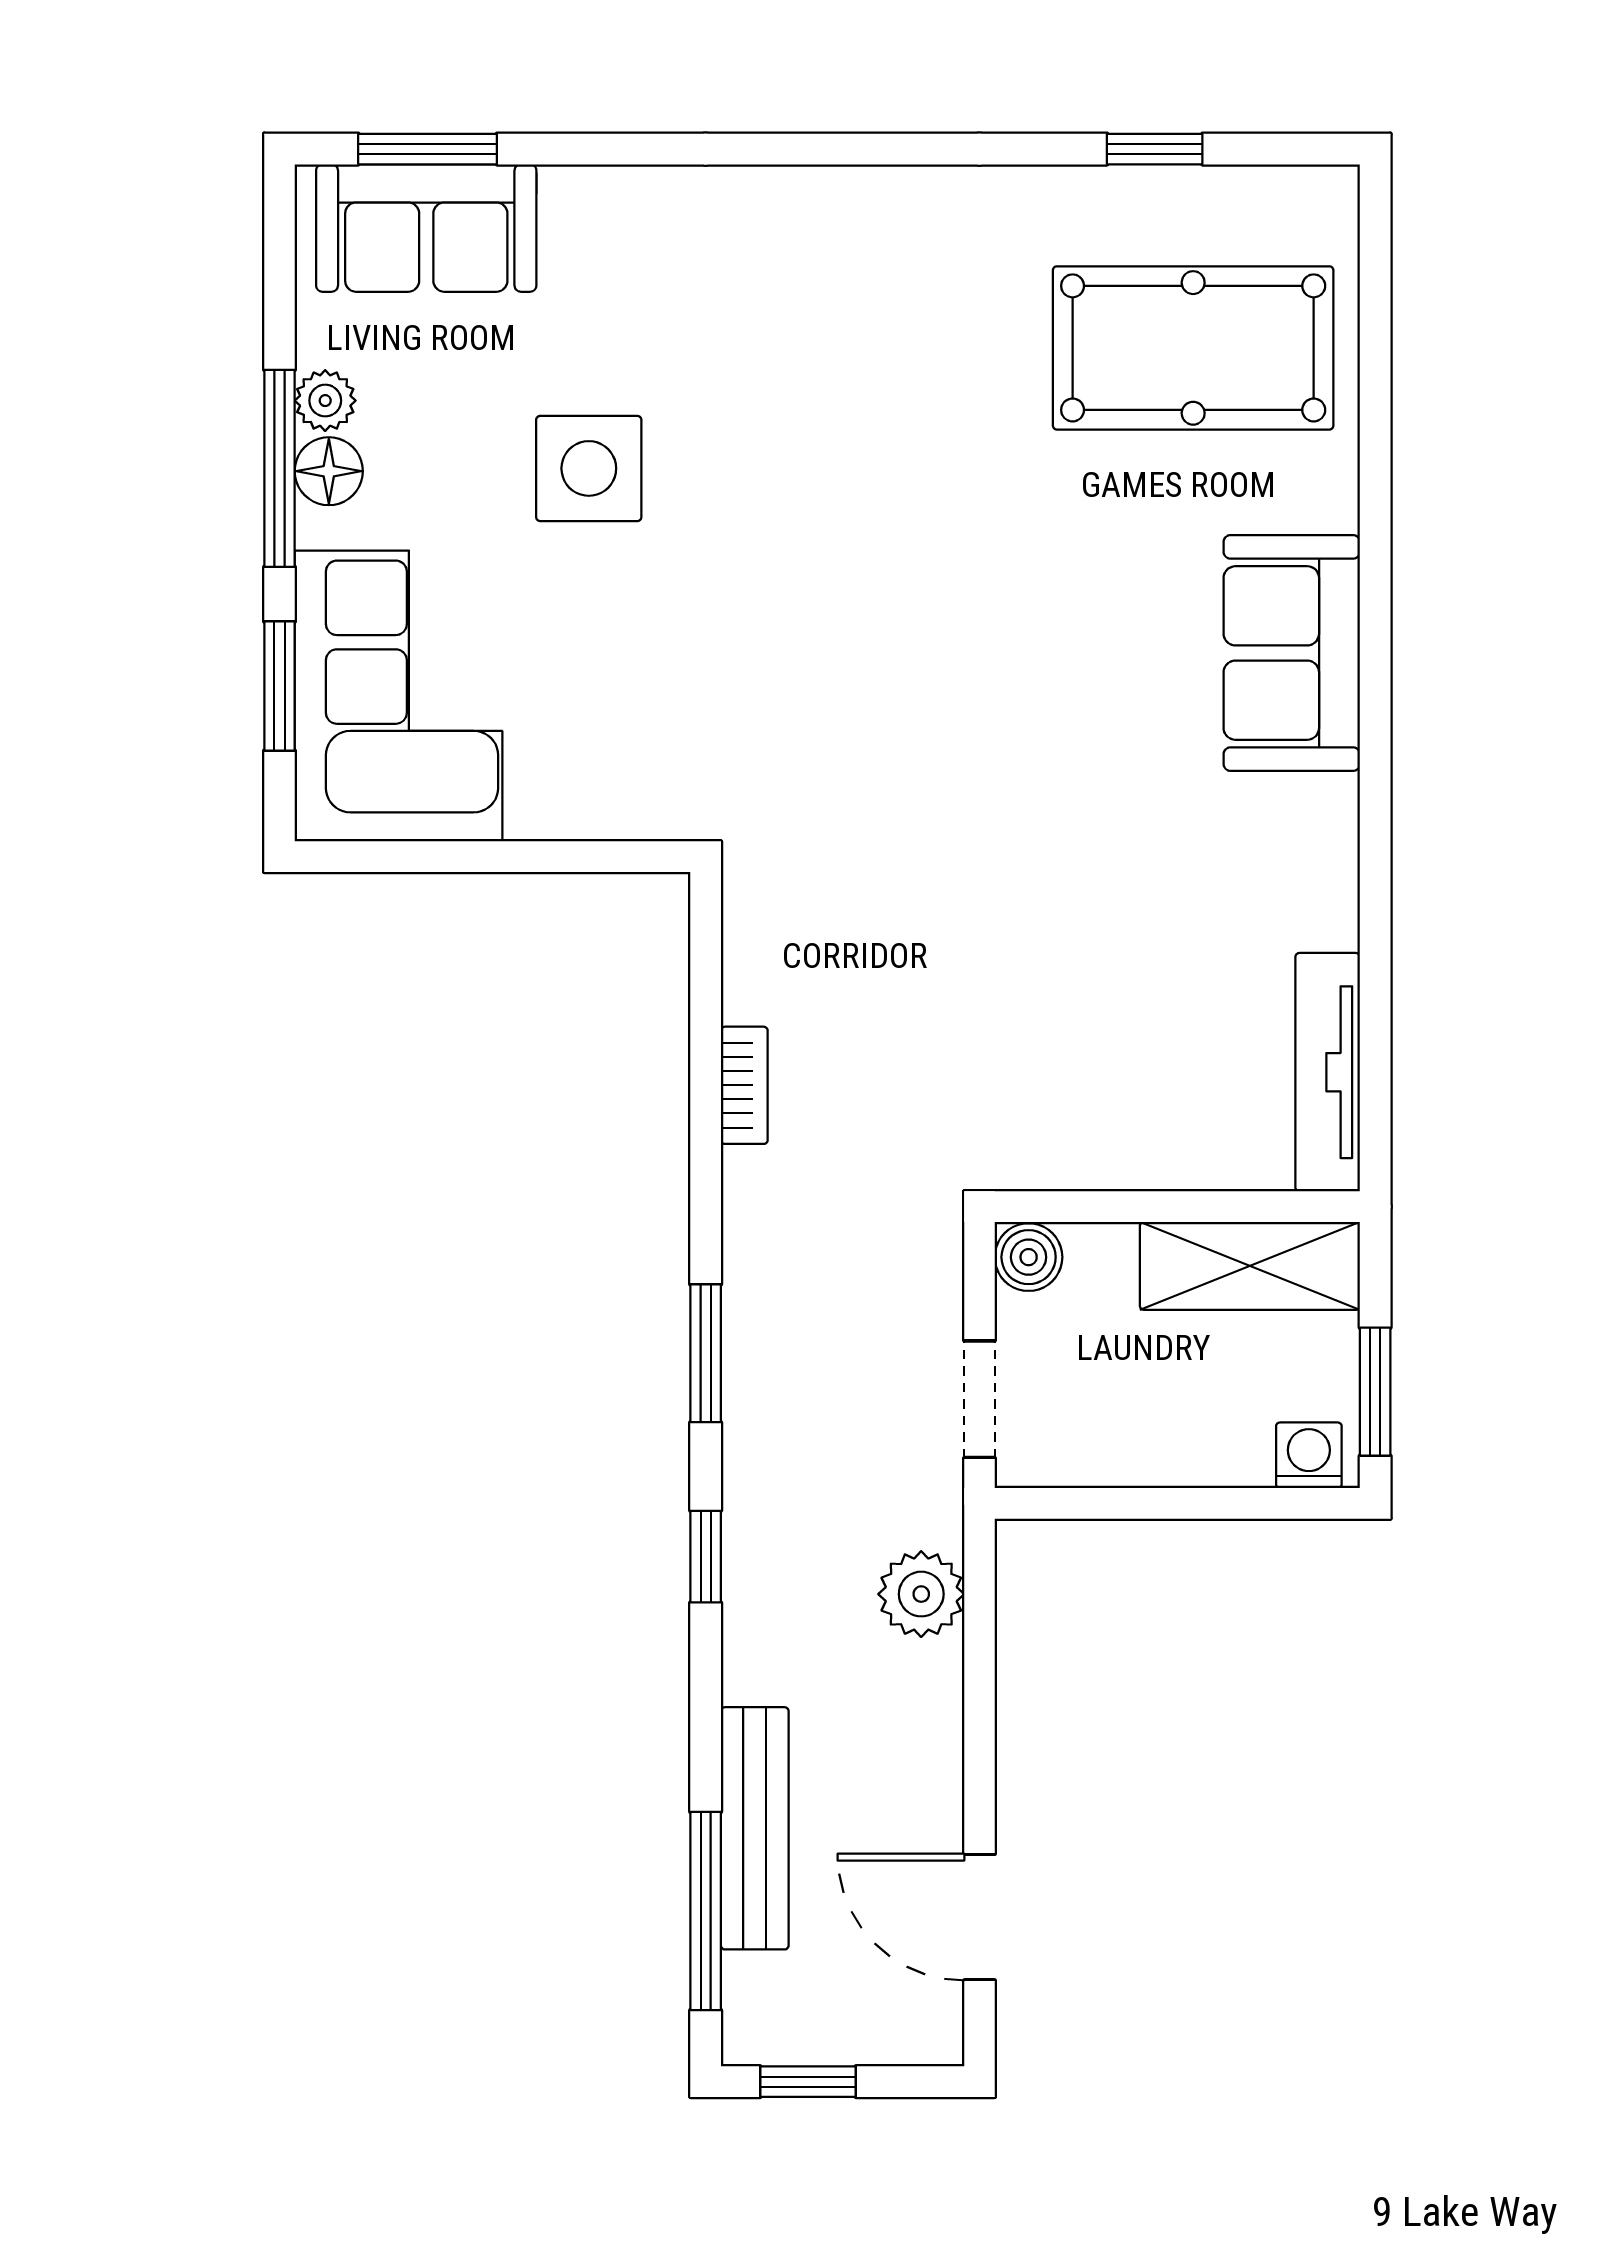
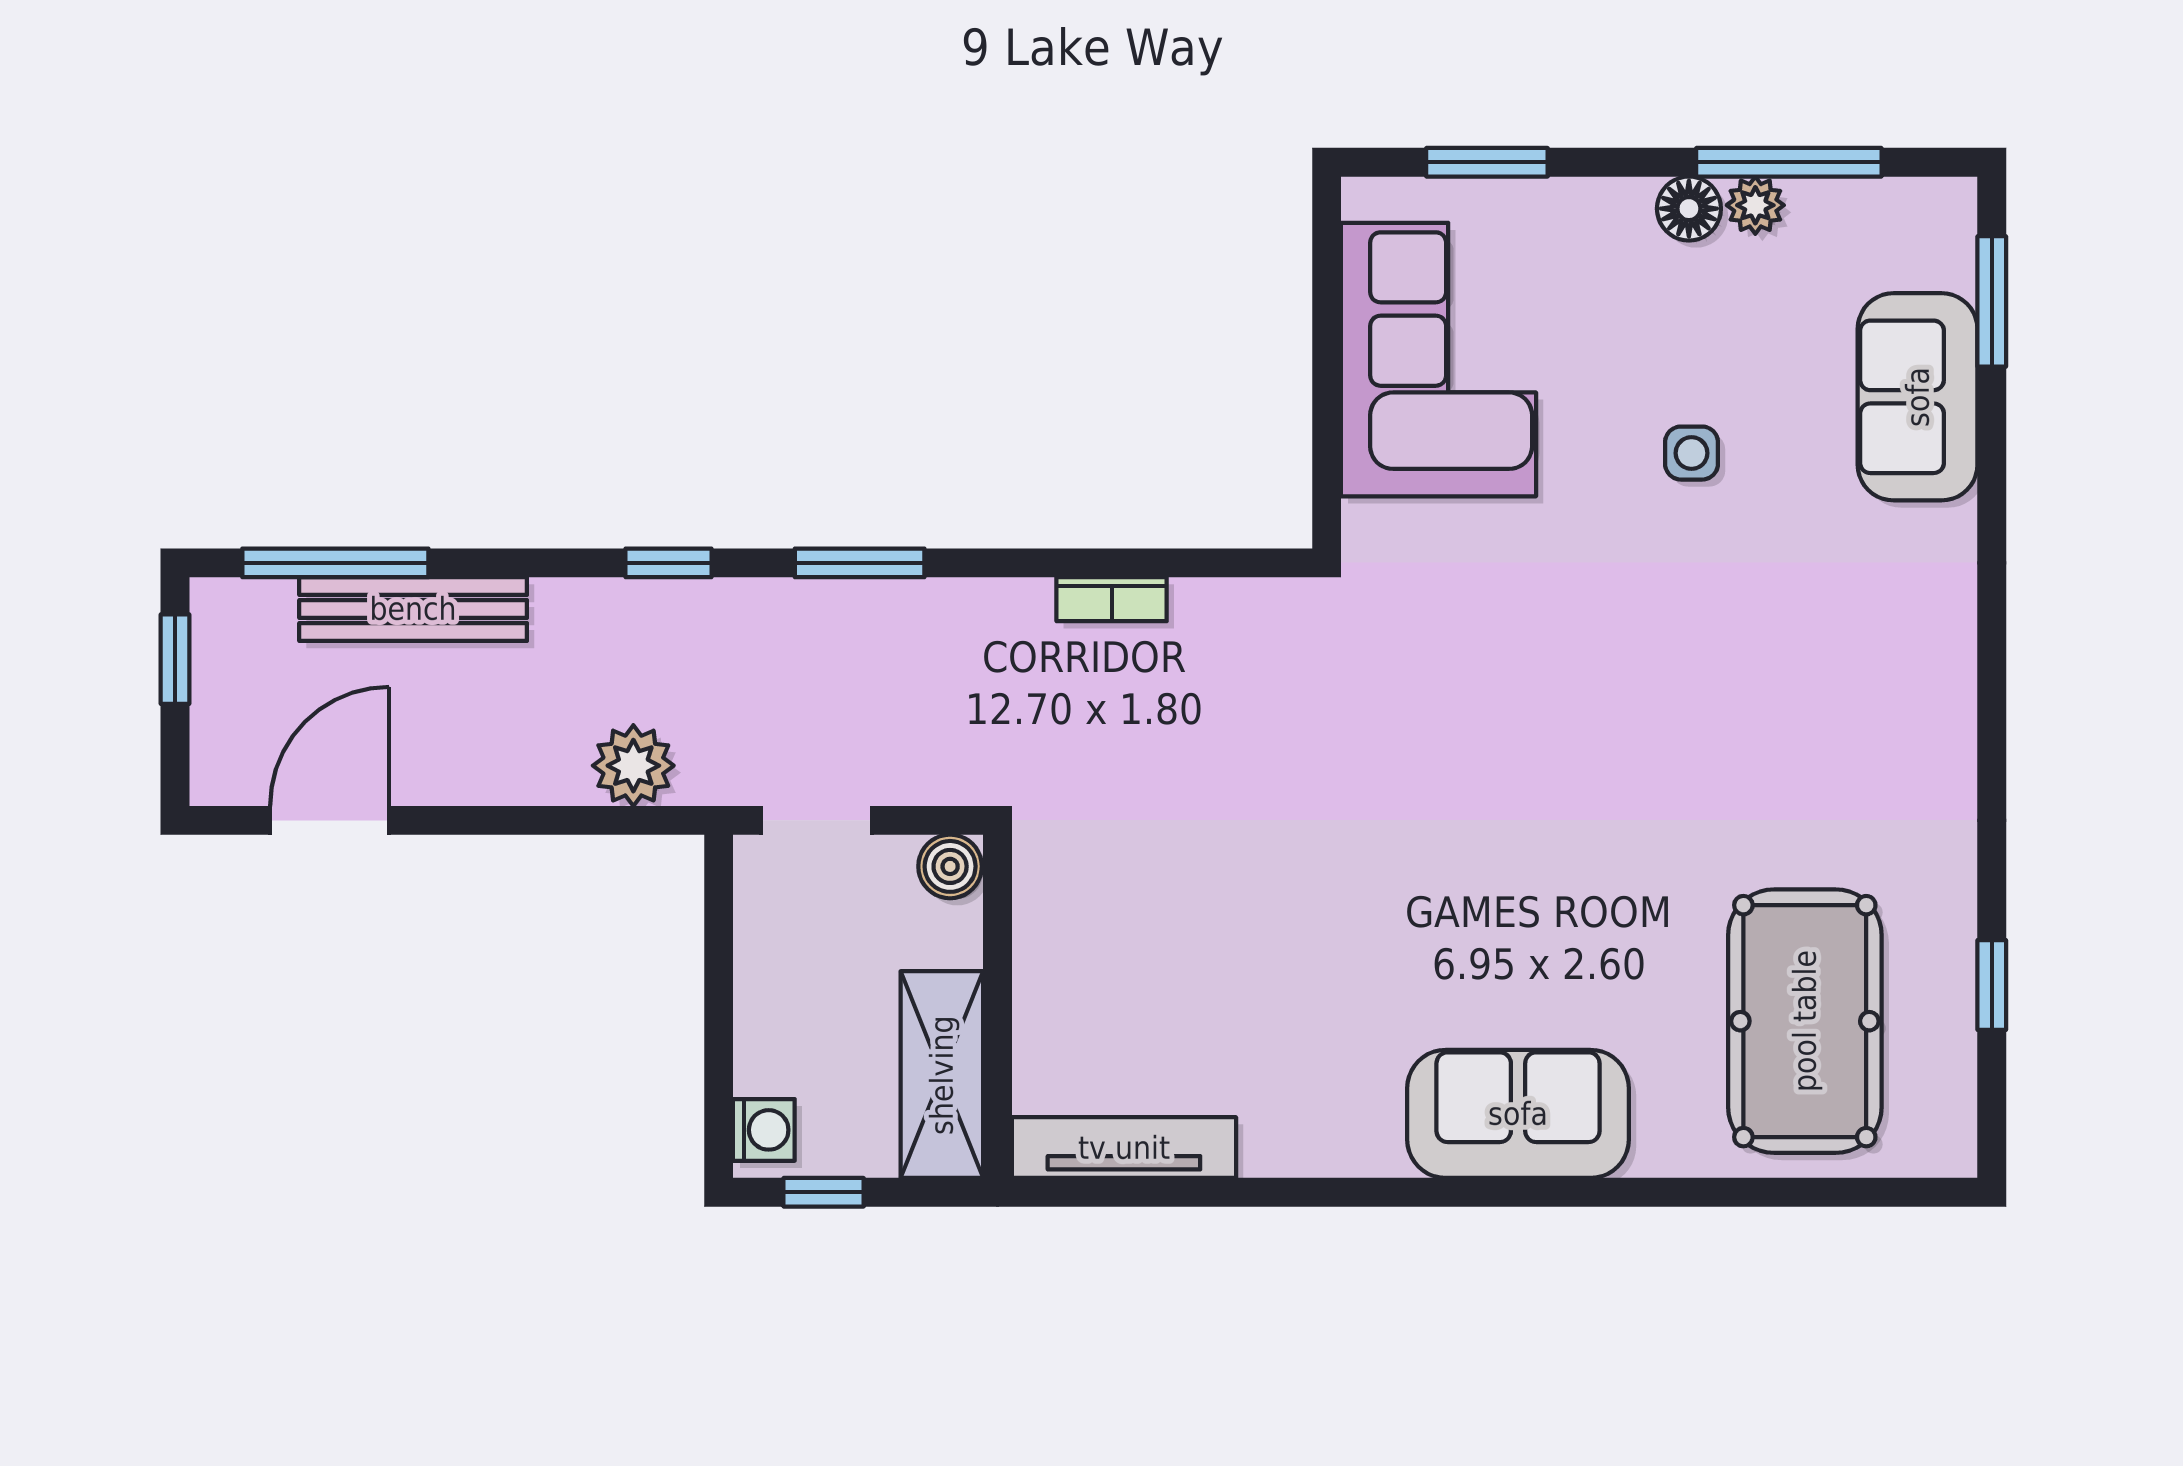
sofa: (426, 228) -> (1918, 397), moved
window: (280, 468) -> (1789, 162), moved
side table: (589, 468) -> (1692, 453), width x0.54, depth x0.54
corner sofa: (399, 696) -> (1438, 360), moved, turned -90
window: (1375, 1392) -> (824, 1192), width x0.67

